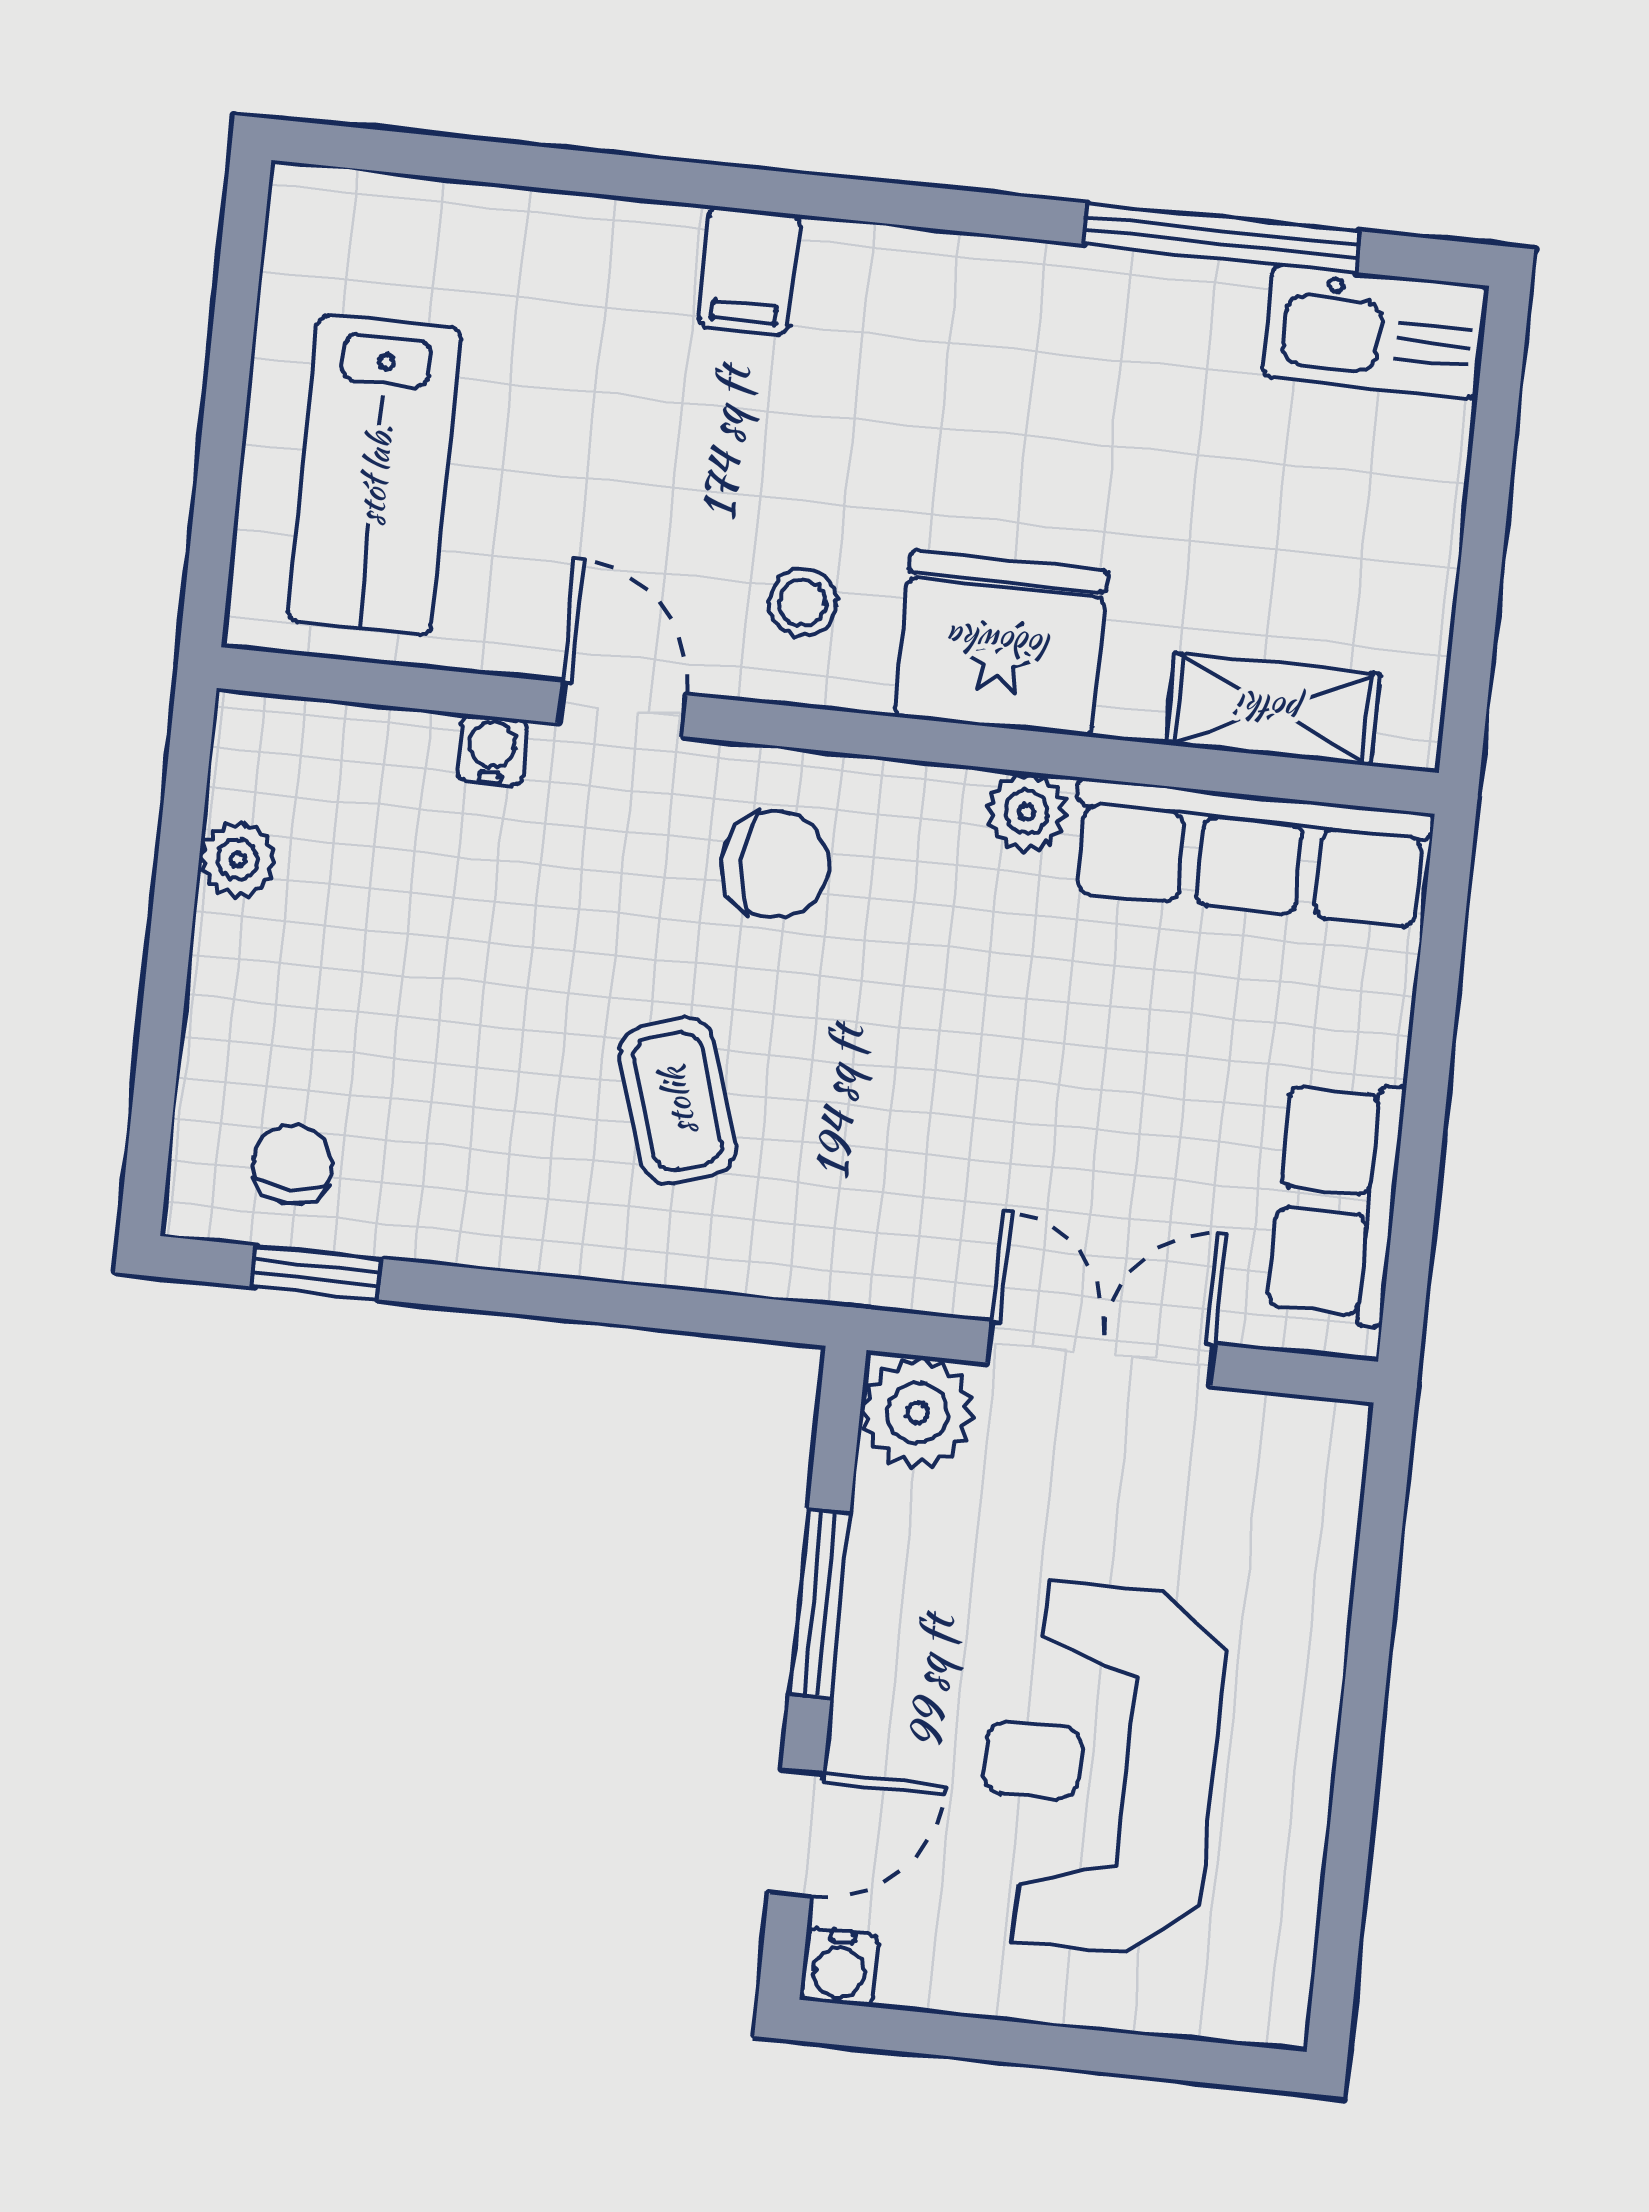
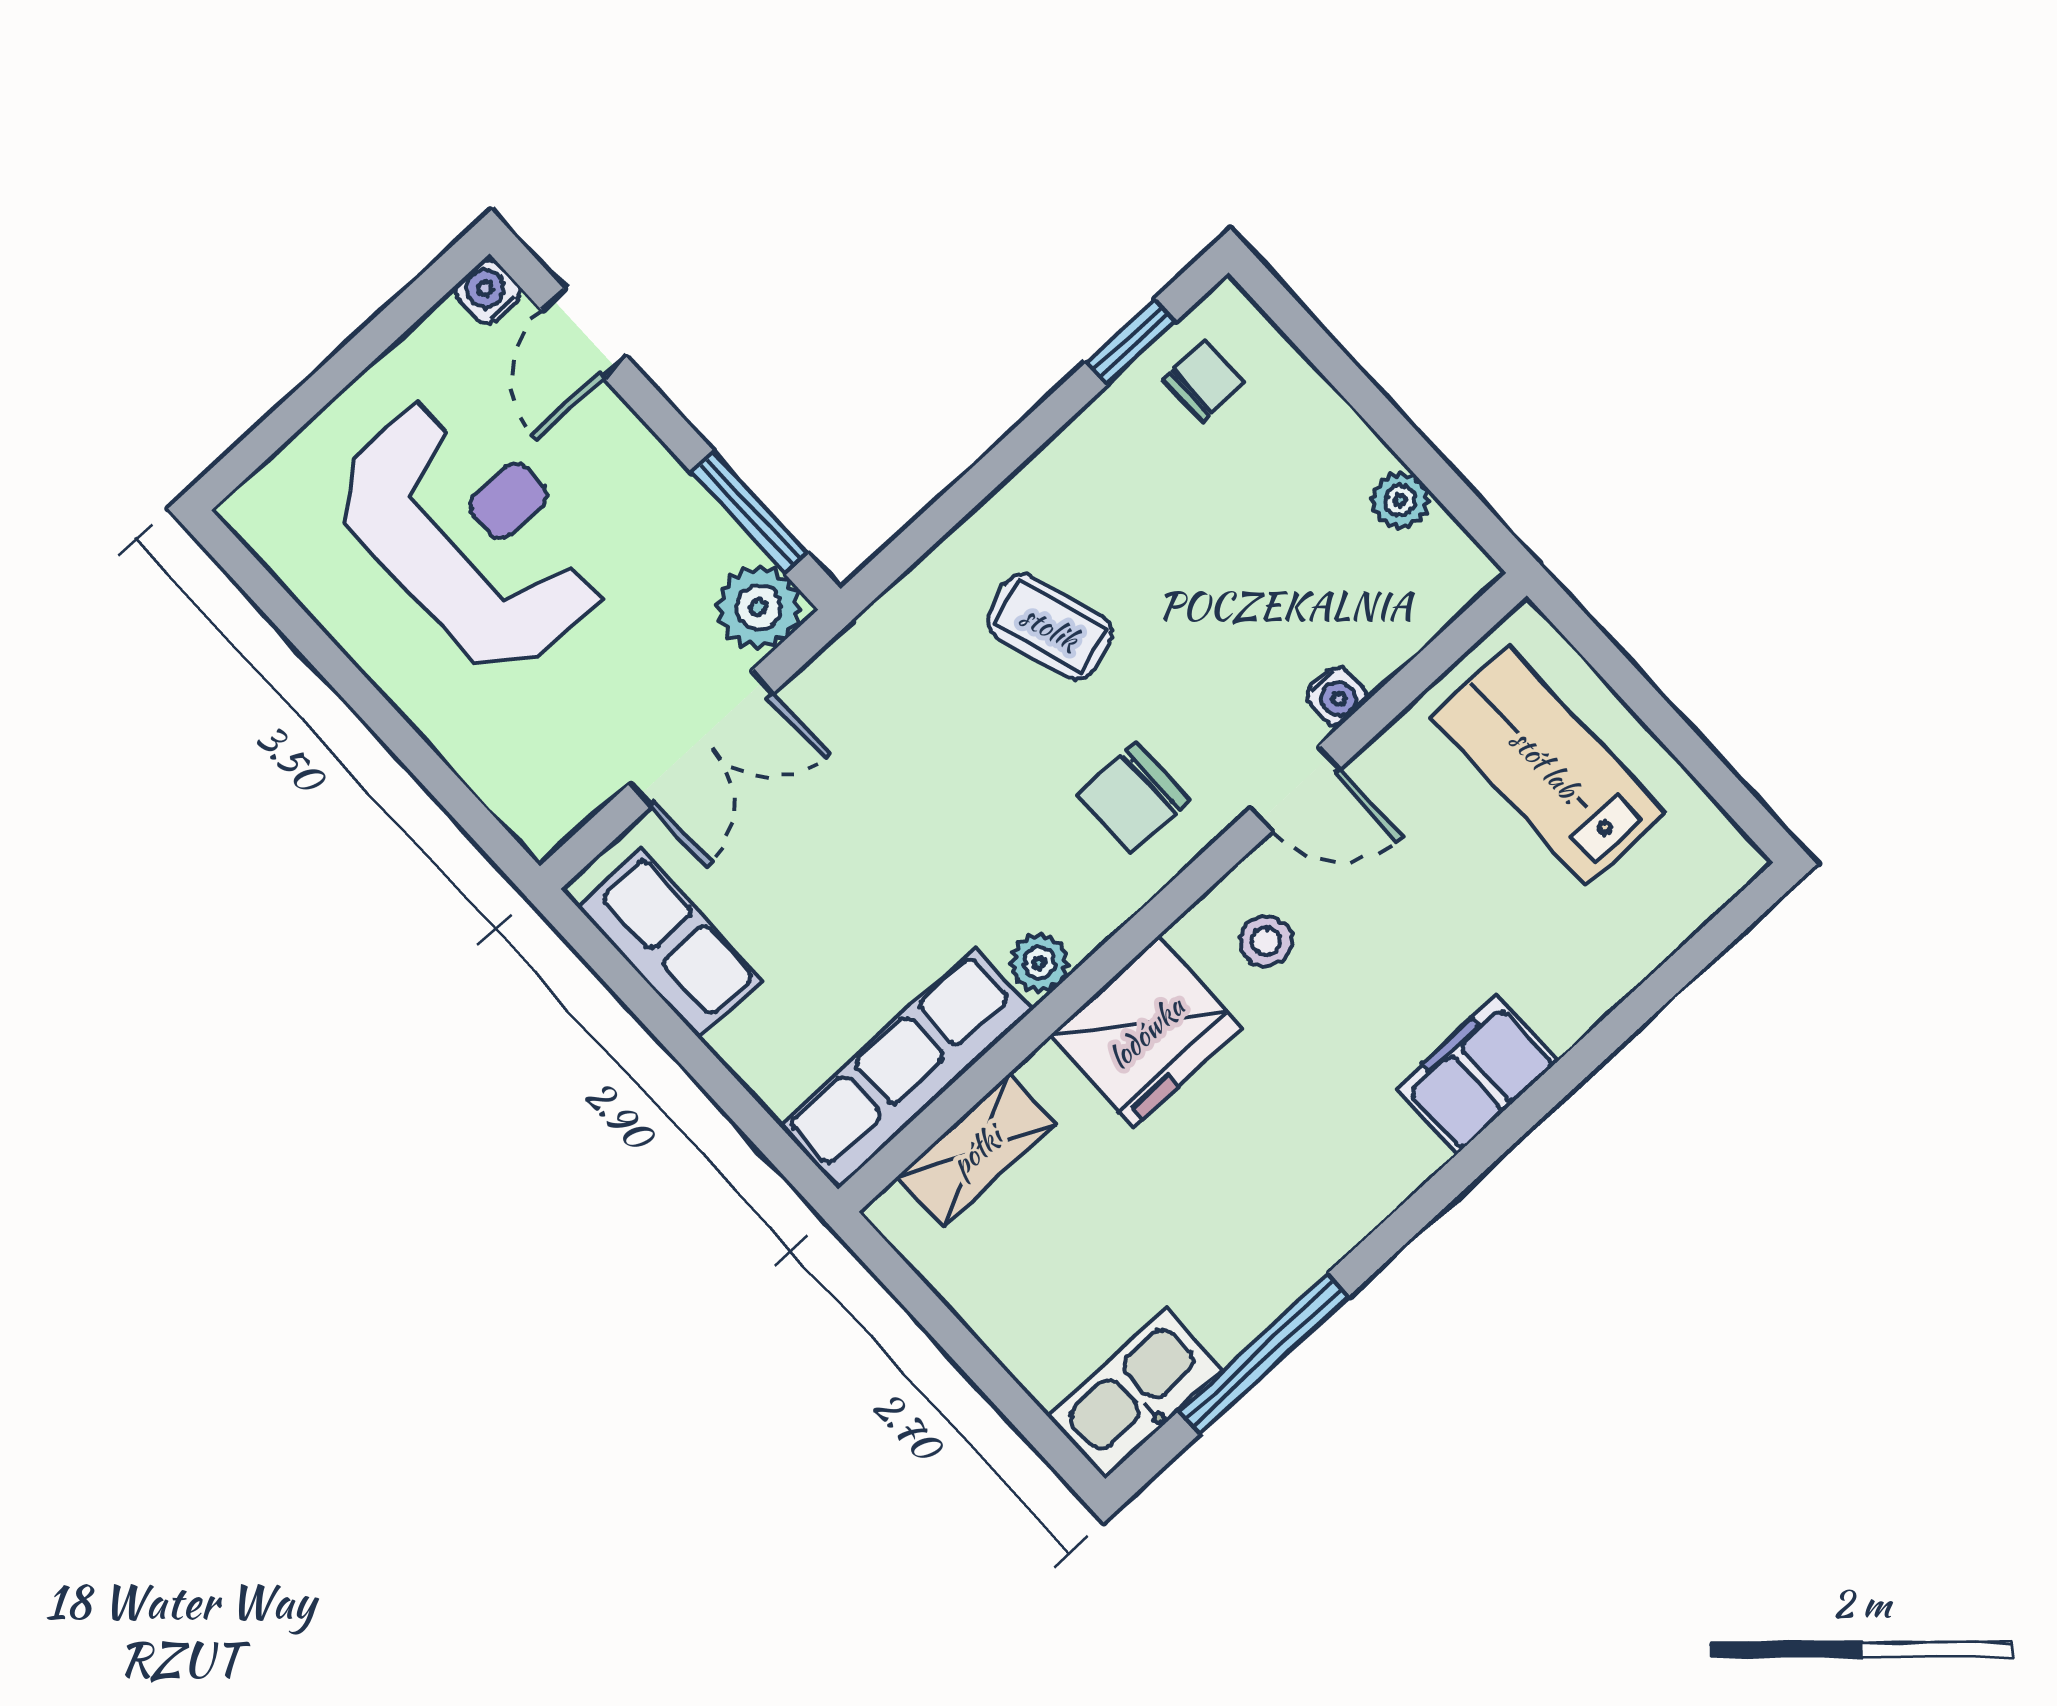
filing cabinet: (749, 271) -> (1477, 1074), width x2.00
chair: (293, 1164) -> (1204, 381), turned -90
window: (820, 1604) -> (749, 512), moved

